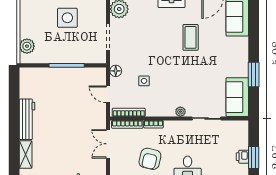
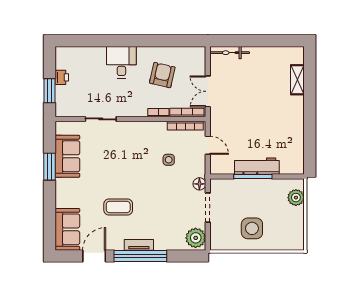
coffee table: (191, 37) -> (118, 207), turned 90
floor lamp: (116, 71) -> (199, 184), moved
sofa: (237, 97) -> (67, 156), moved
plant: (180, 112) -> (129, 126), removed
workbench: (27, 119) -> (257, 166), moved, turned 90
double door: (108, 144) -> (208, 91), swing flipped
window: (254, 157) -> (50, 91), moved

